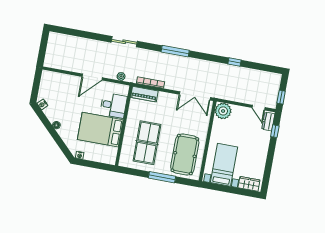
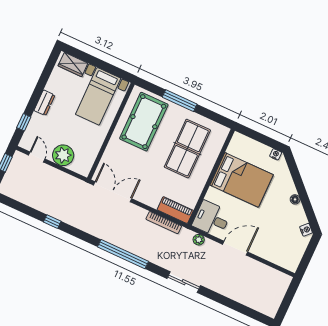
window: (175, 51) -> (123, 254), width x1.46
desk: (113, 105) -> (211, 219), moved
plant: (223, 111) -> (63, 155), moved
dresser: (268, 121) -> (44, 103), moved

